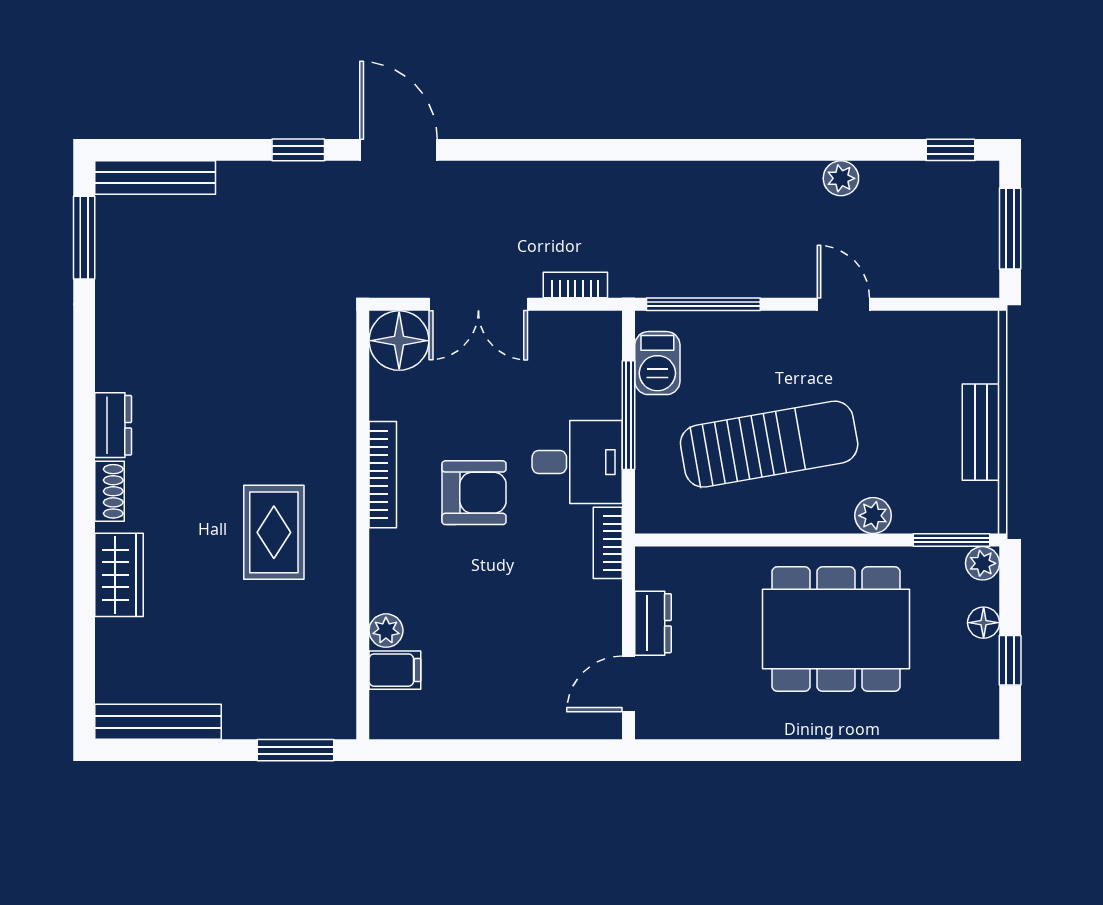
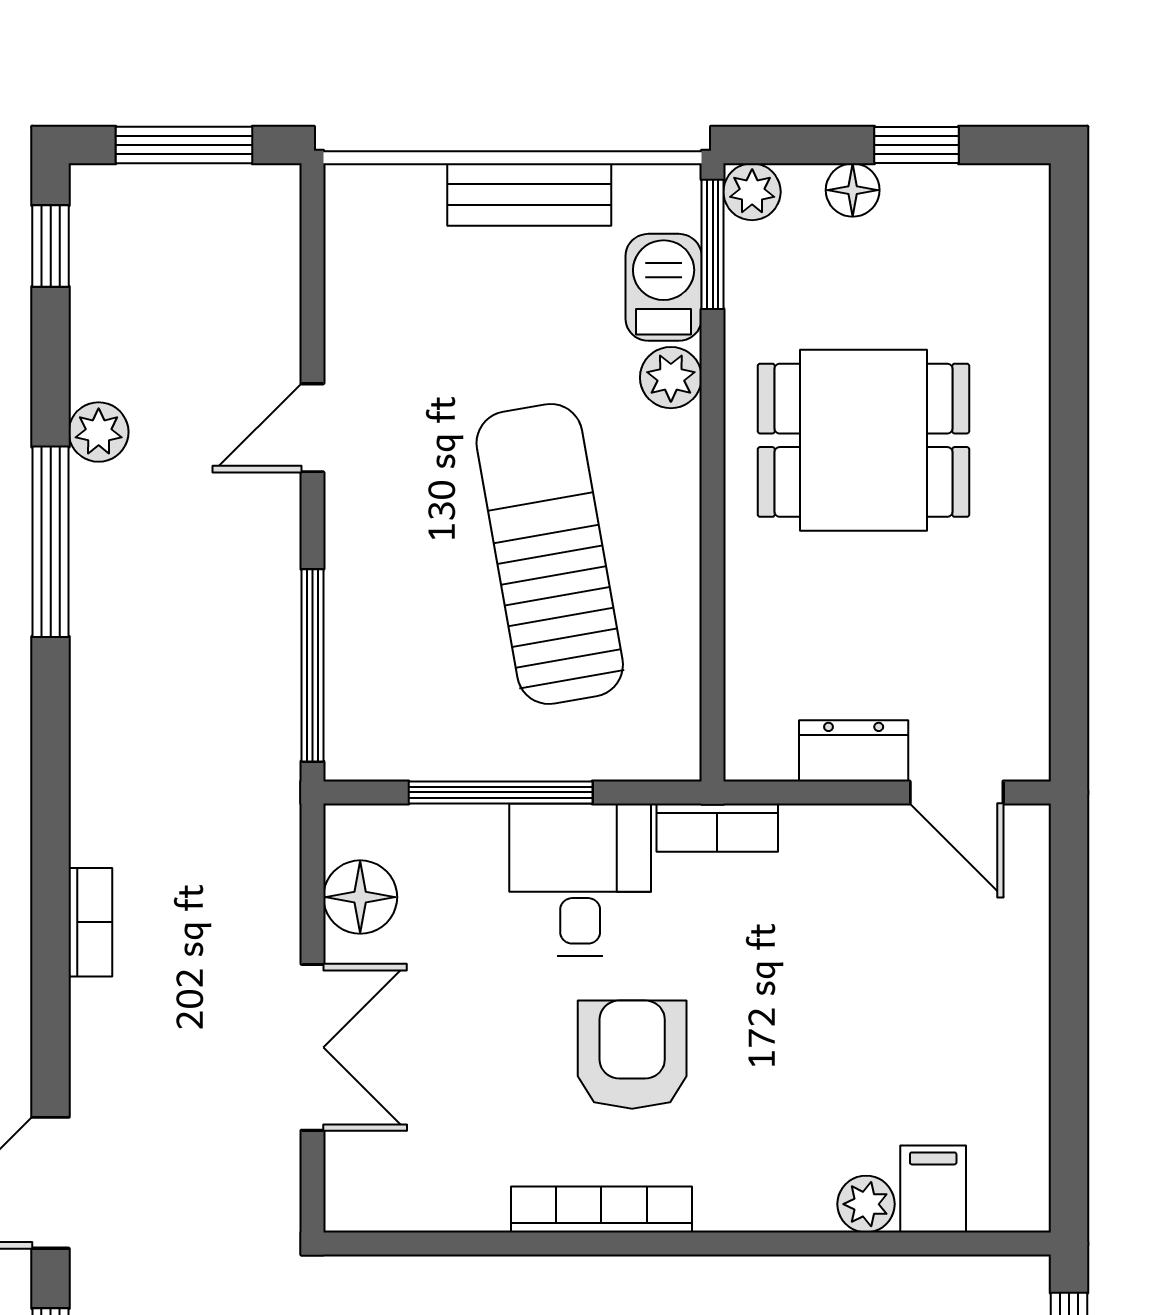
window: (776, 150) -> (51, 542), added
bookcase: (575, 285) -> (90, 922), moved, turned 180
floor lamp: (399, 341) -> (360, 897), moved, width x0.73, depth x0.73
barbecue: (657, 363) -> (664, 287), moved, turned -90
dining table: (836, 629) -> (863, 440), width x0.73

